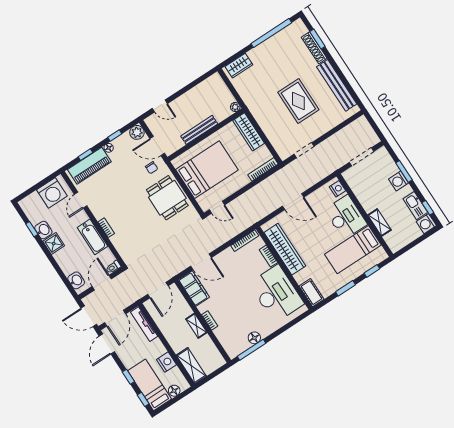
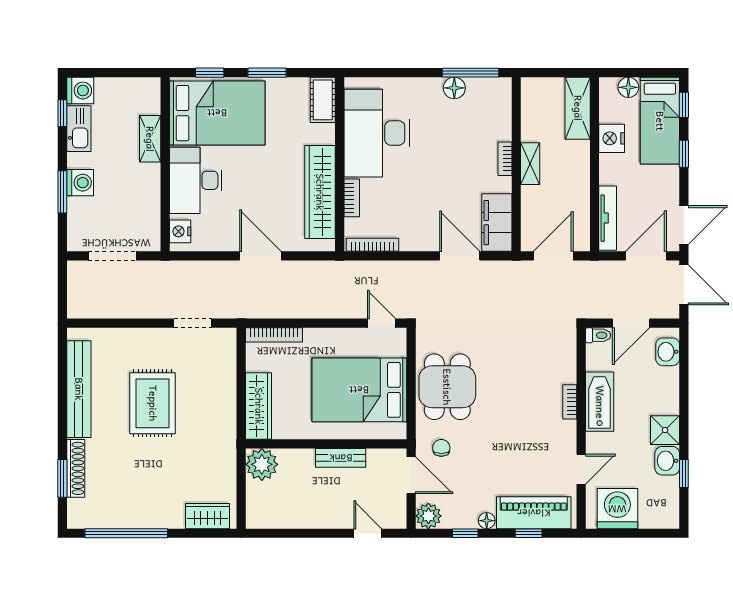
plant: (235, 107) -> (262, 464), width x1.88, depth x1.88
bench: (199, 130) -> (341, 458), width x0.73
bed: (353, 250) -> (217, 113), width x1.50

